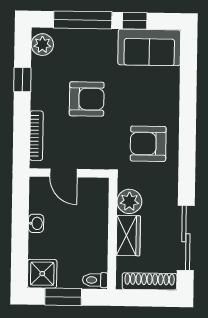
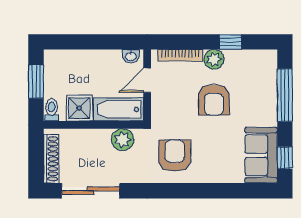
window: (135, 21) -> (285, 158), moved
plant: (42, 45) -> (214, 59), moved
bathtub: (96, 205) -> (119, 109), added
washbasin: (36, 223) -> (131, 56), moved
wardrobe: (128, 236) -> (92, 139), removed
shower: (42, 274) -> (79, 108), moved

